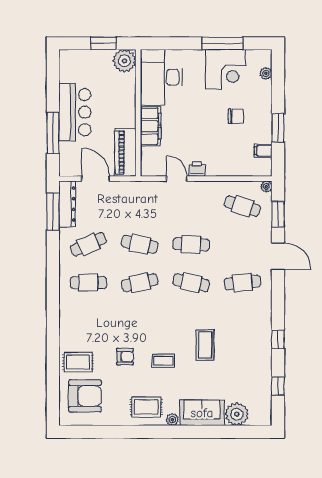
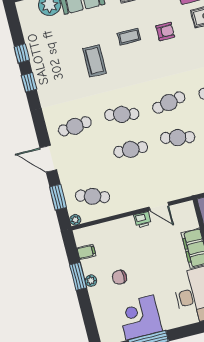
plant: (266, 73) -> (91, 281), moved
armchair: (125, 357) -> (165, 31), turned 180
window: (278, 386) -> (22, 53), moved

